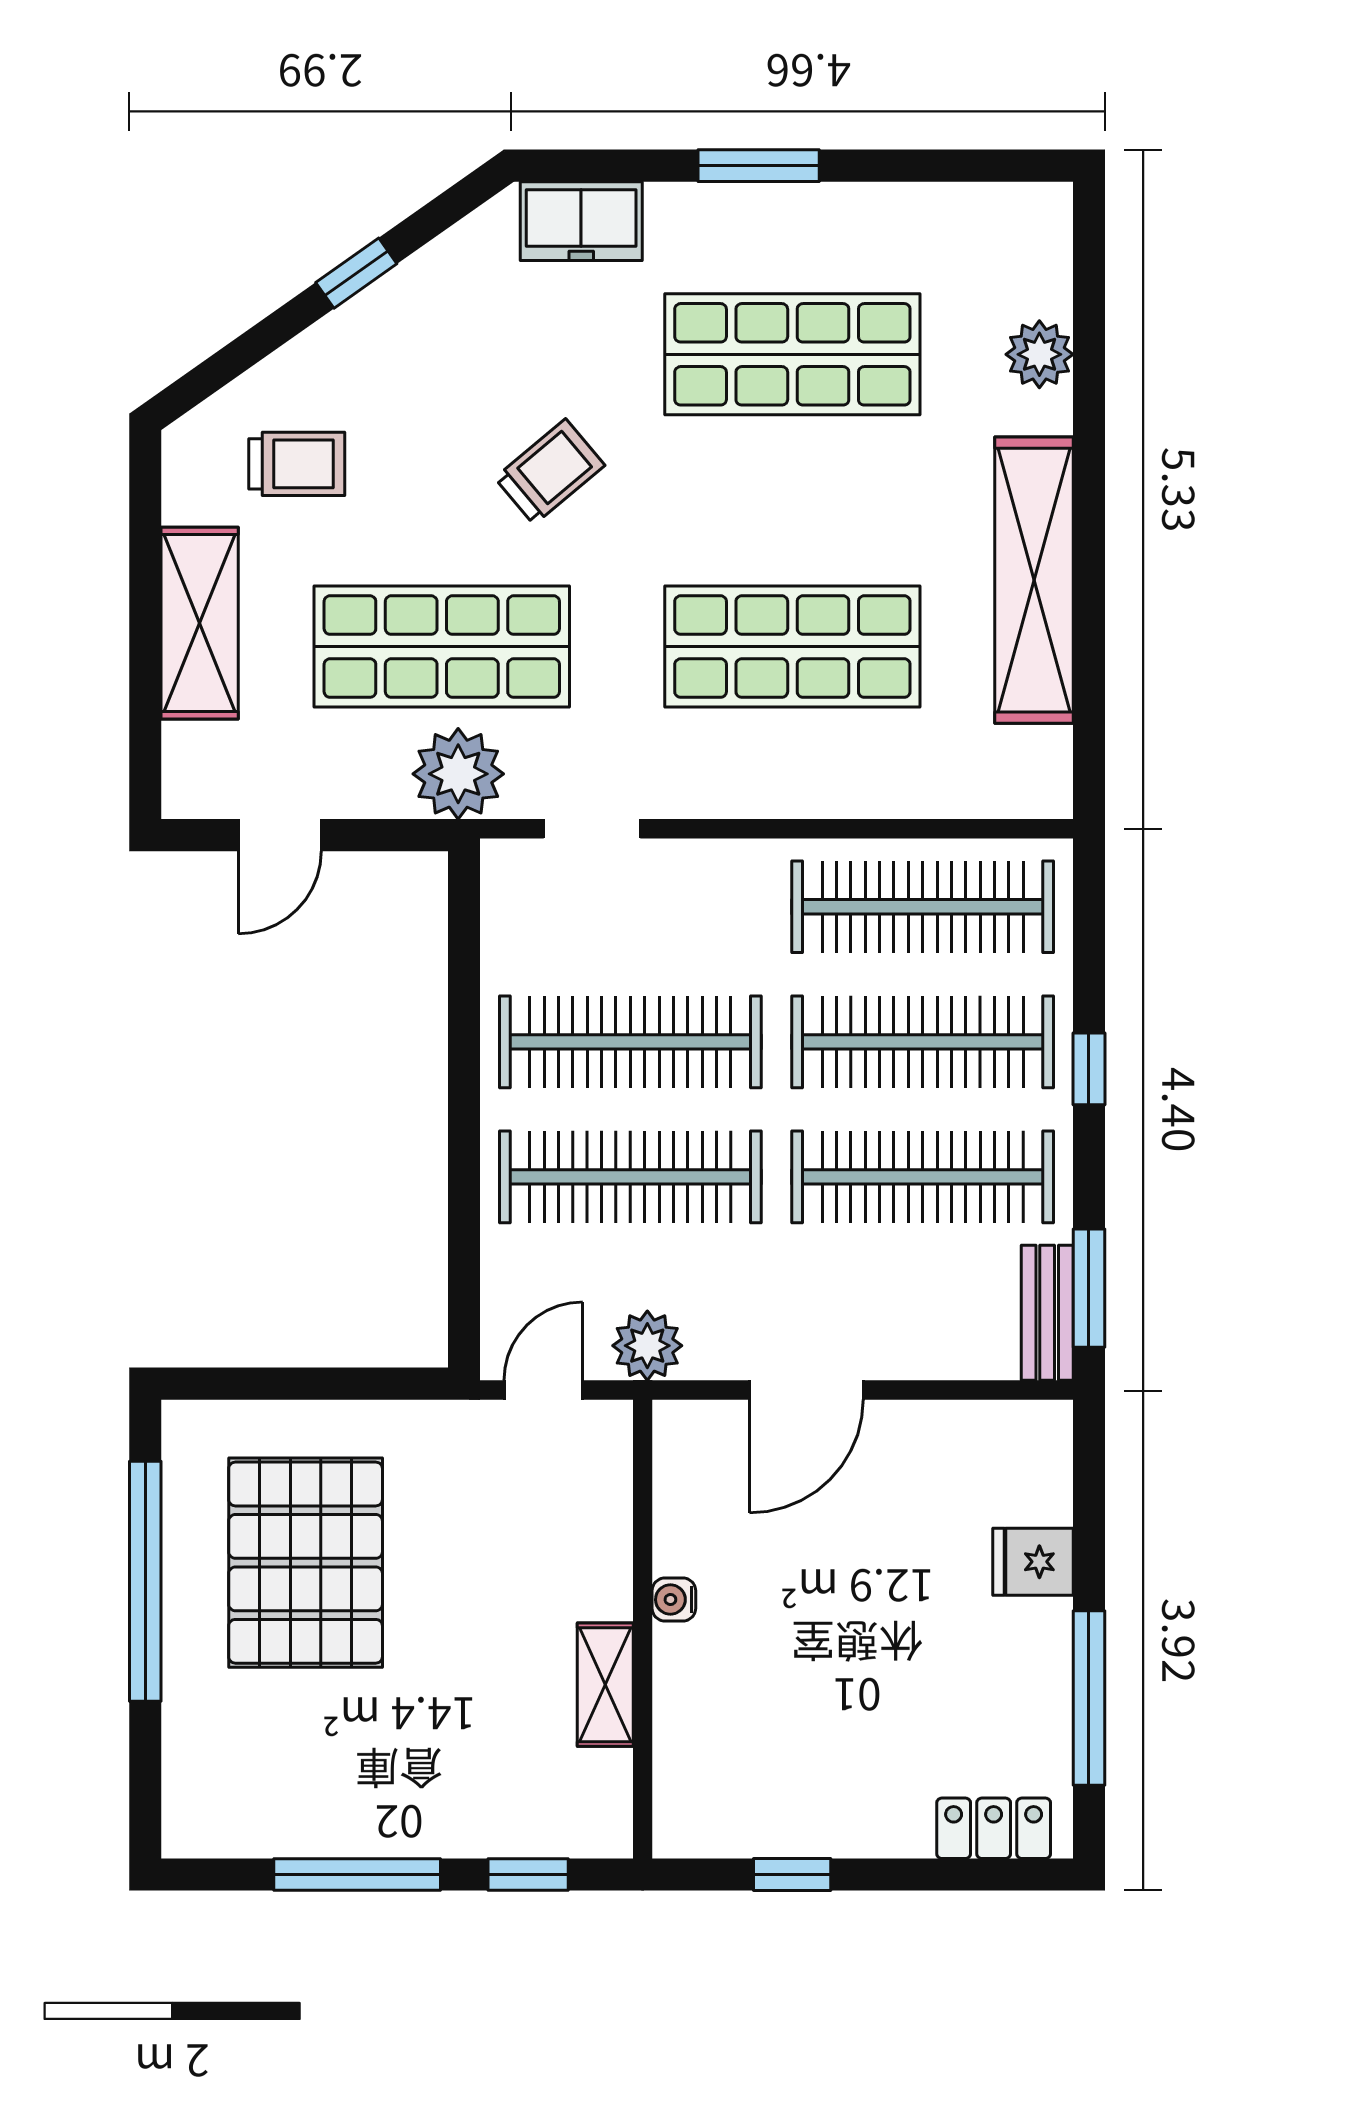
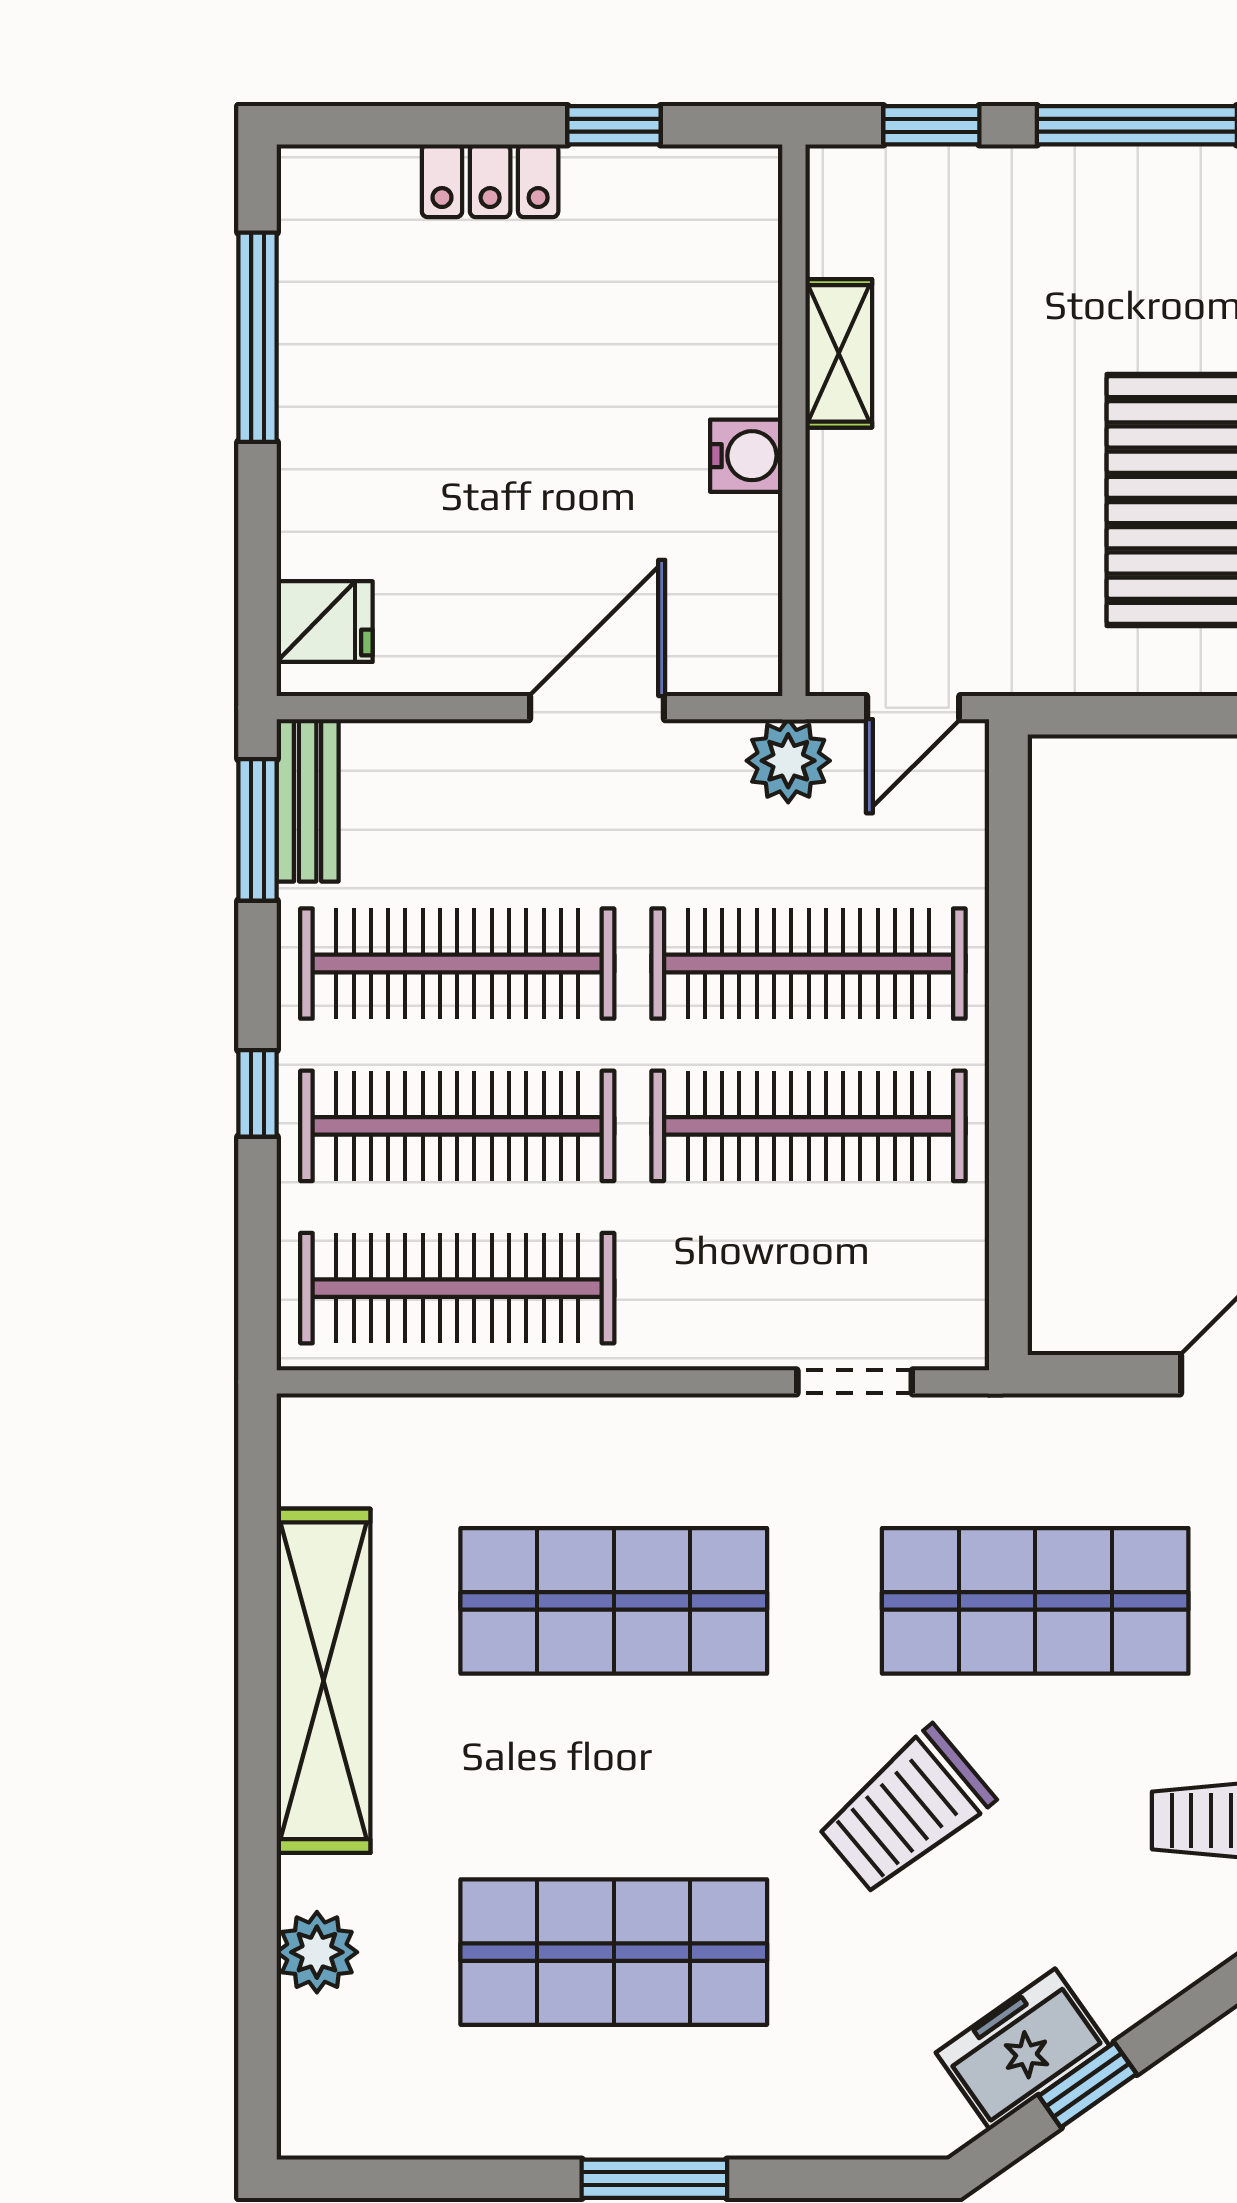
freezer: (581, 221) -> (1023, 2049), moved, turned -35
window: (356, 273) -> (1088, 2085), moved
trolley: (550, 472) -> (905, 1811), width x1.36, depth x1.39
plant: (458, 774) -> (1015, 1448), removed
fridge: (1033, 1562) -> (325, 622), moved
water cooler: (674, 1600) -> (746, 456), width x1.38, depth x1.38
locker: (994, 1828) -> (490, 181), moved

